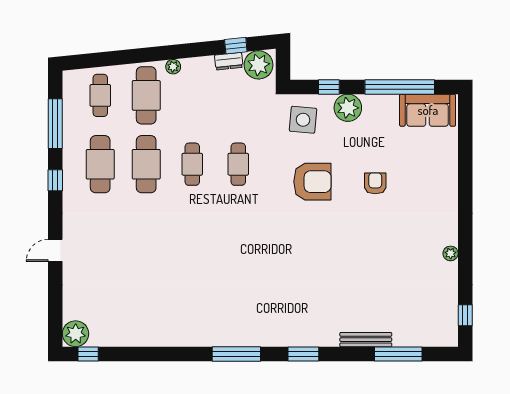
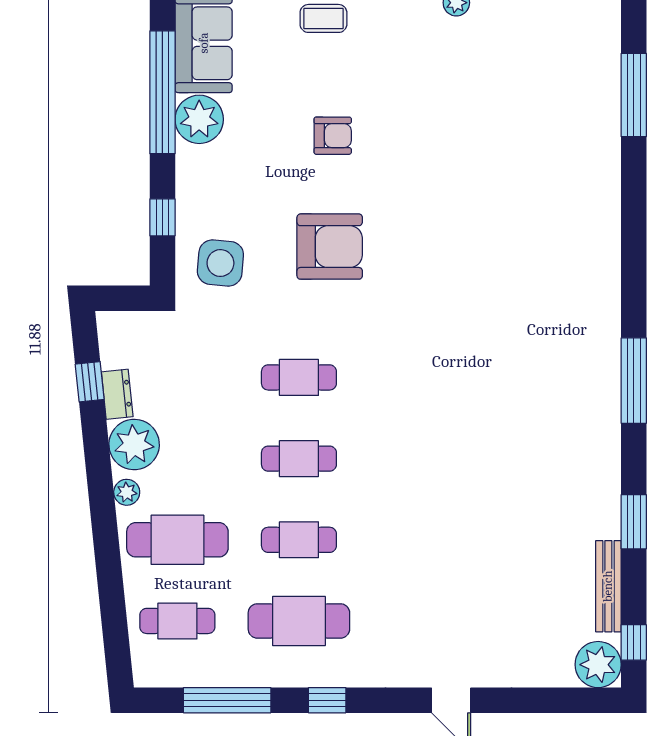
plant: (259, 65) -> (134, 445), moved
plant: (348, 108) -> (199, 119), moved
cafe table: (146, 164) -> (299, 540), width x0.73, depth x0.74
coffee table: (442, 178) -> (323, 18), added
armchair: (312, 182) -> (330, 247), turned 90
armchair: (375, 183) -> (333, 136), turned 180
bench: (366, 340) -> (608, 586), moved
window: (303, 354) -> (634, 522), moved

